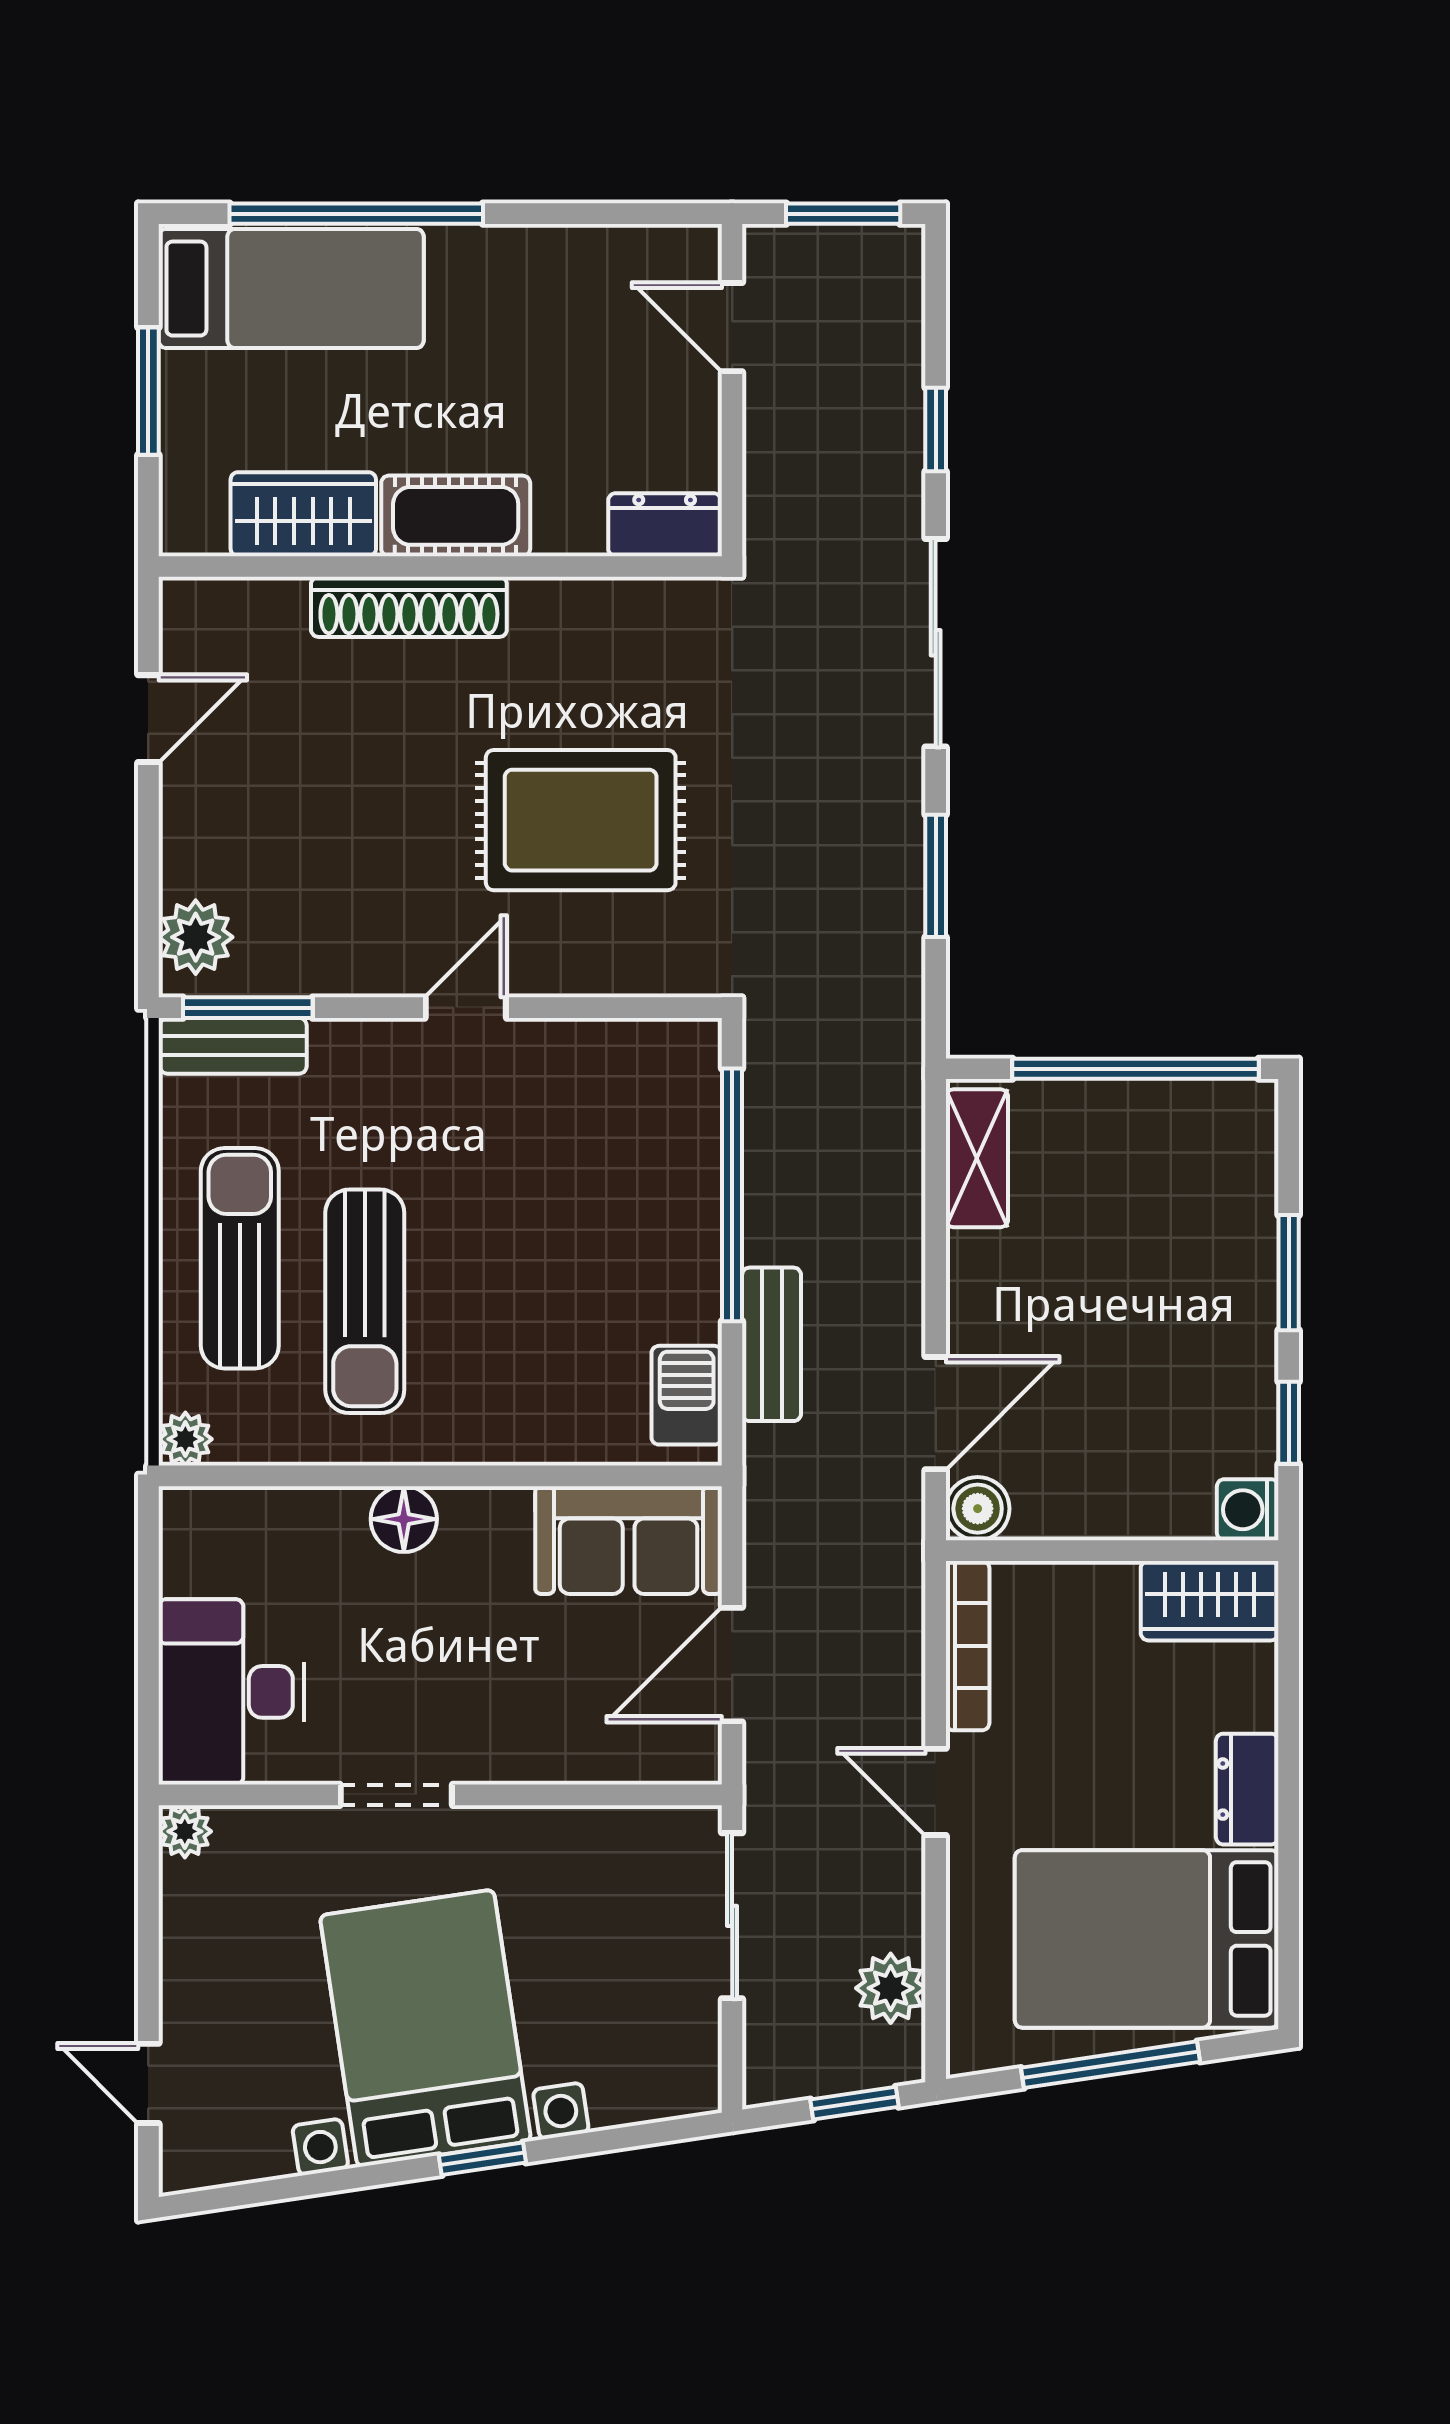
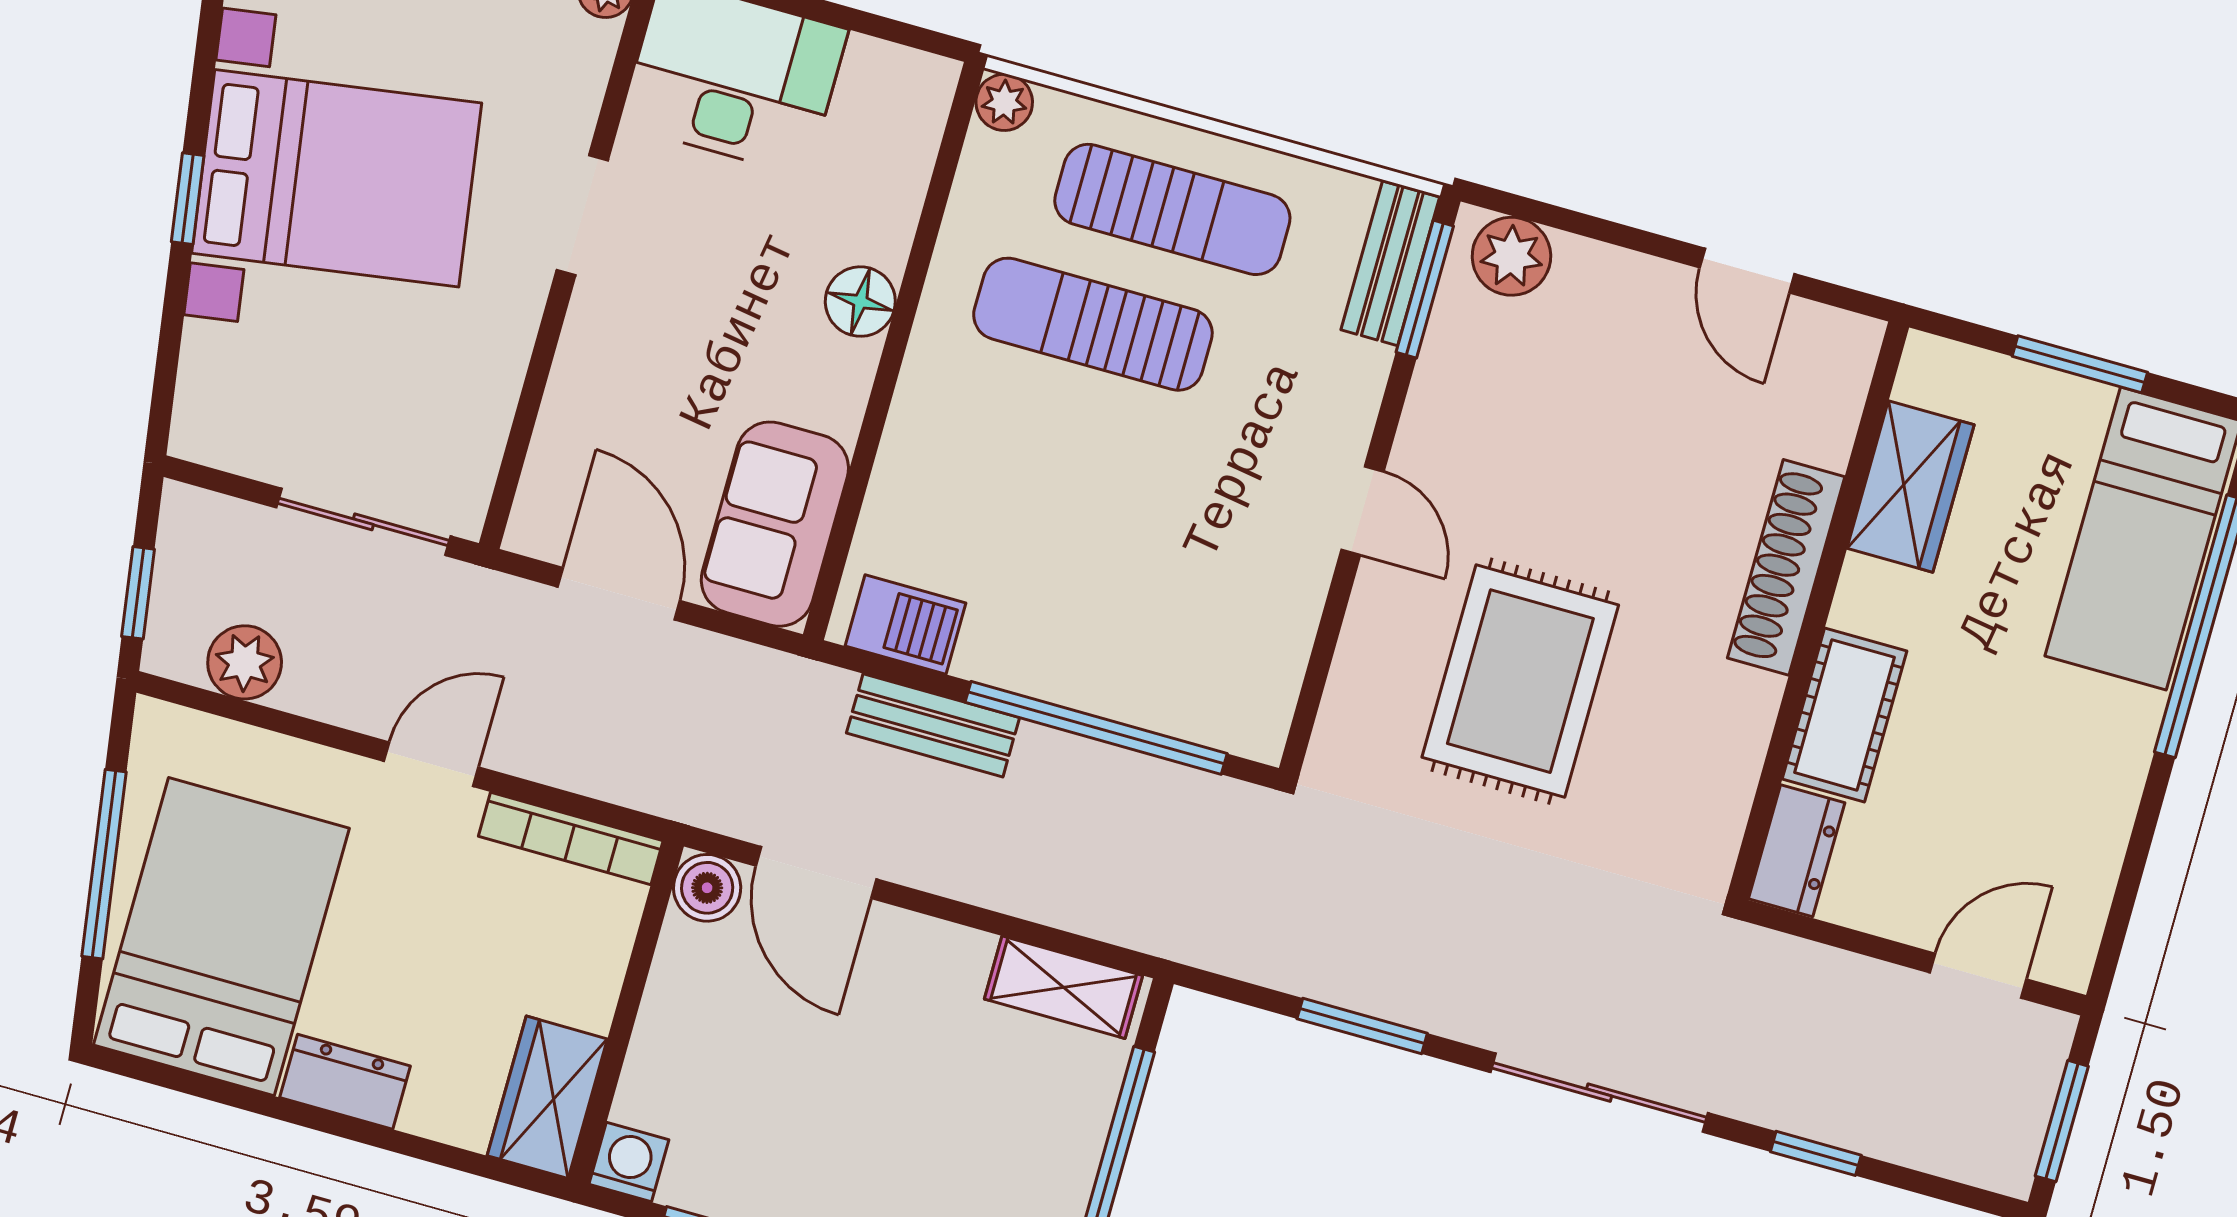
cot: (456, 516) -> (1844, 715), moved

